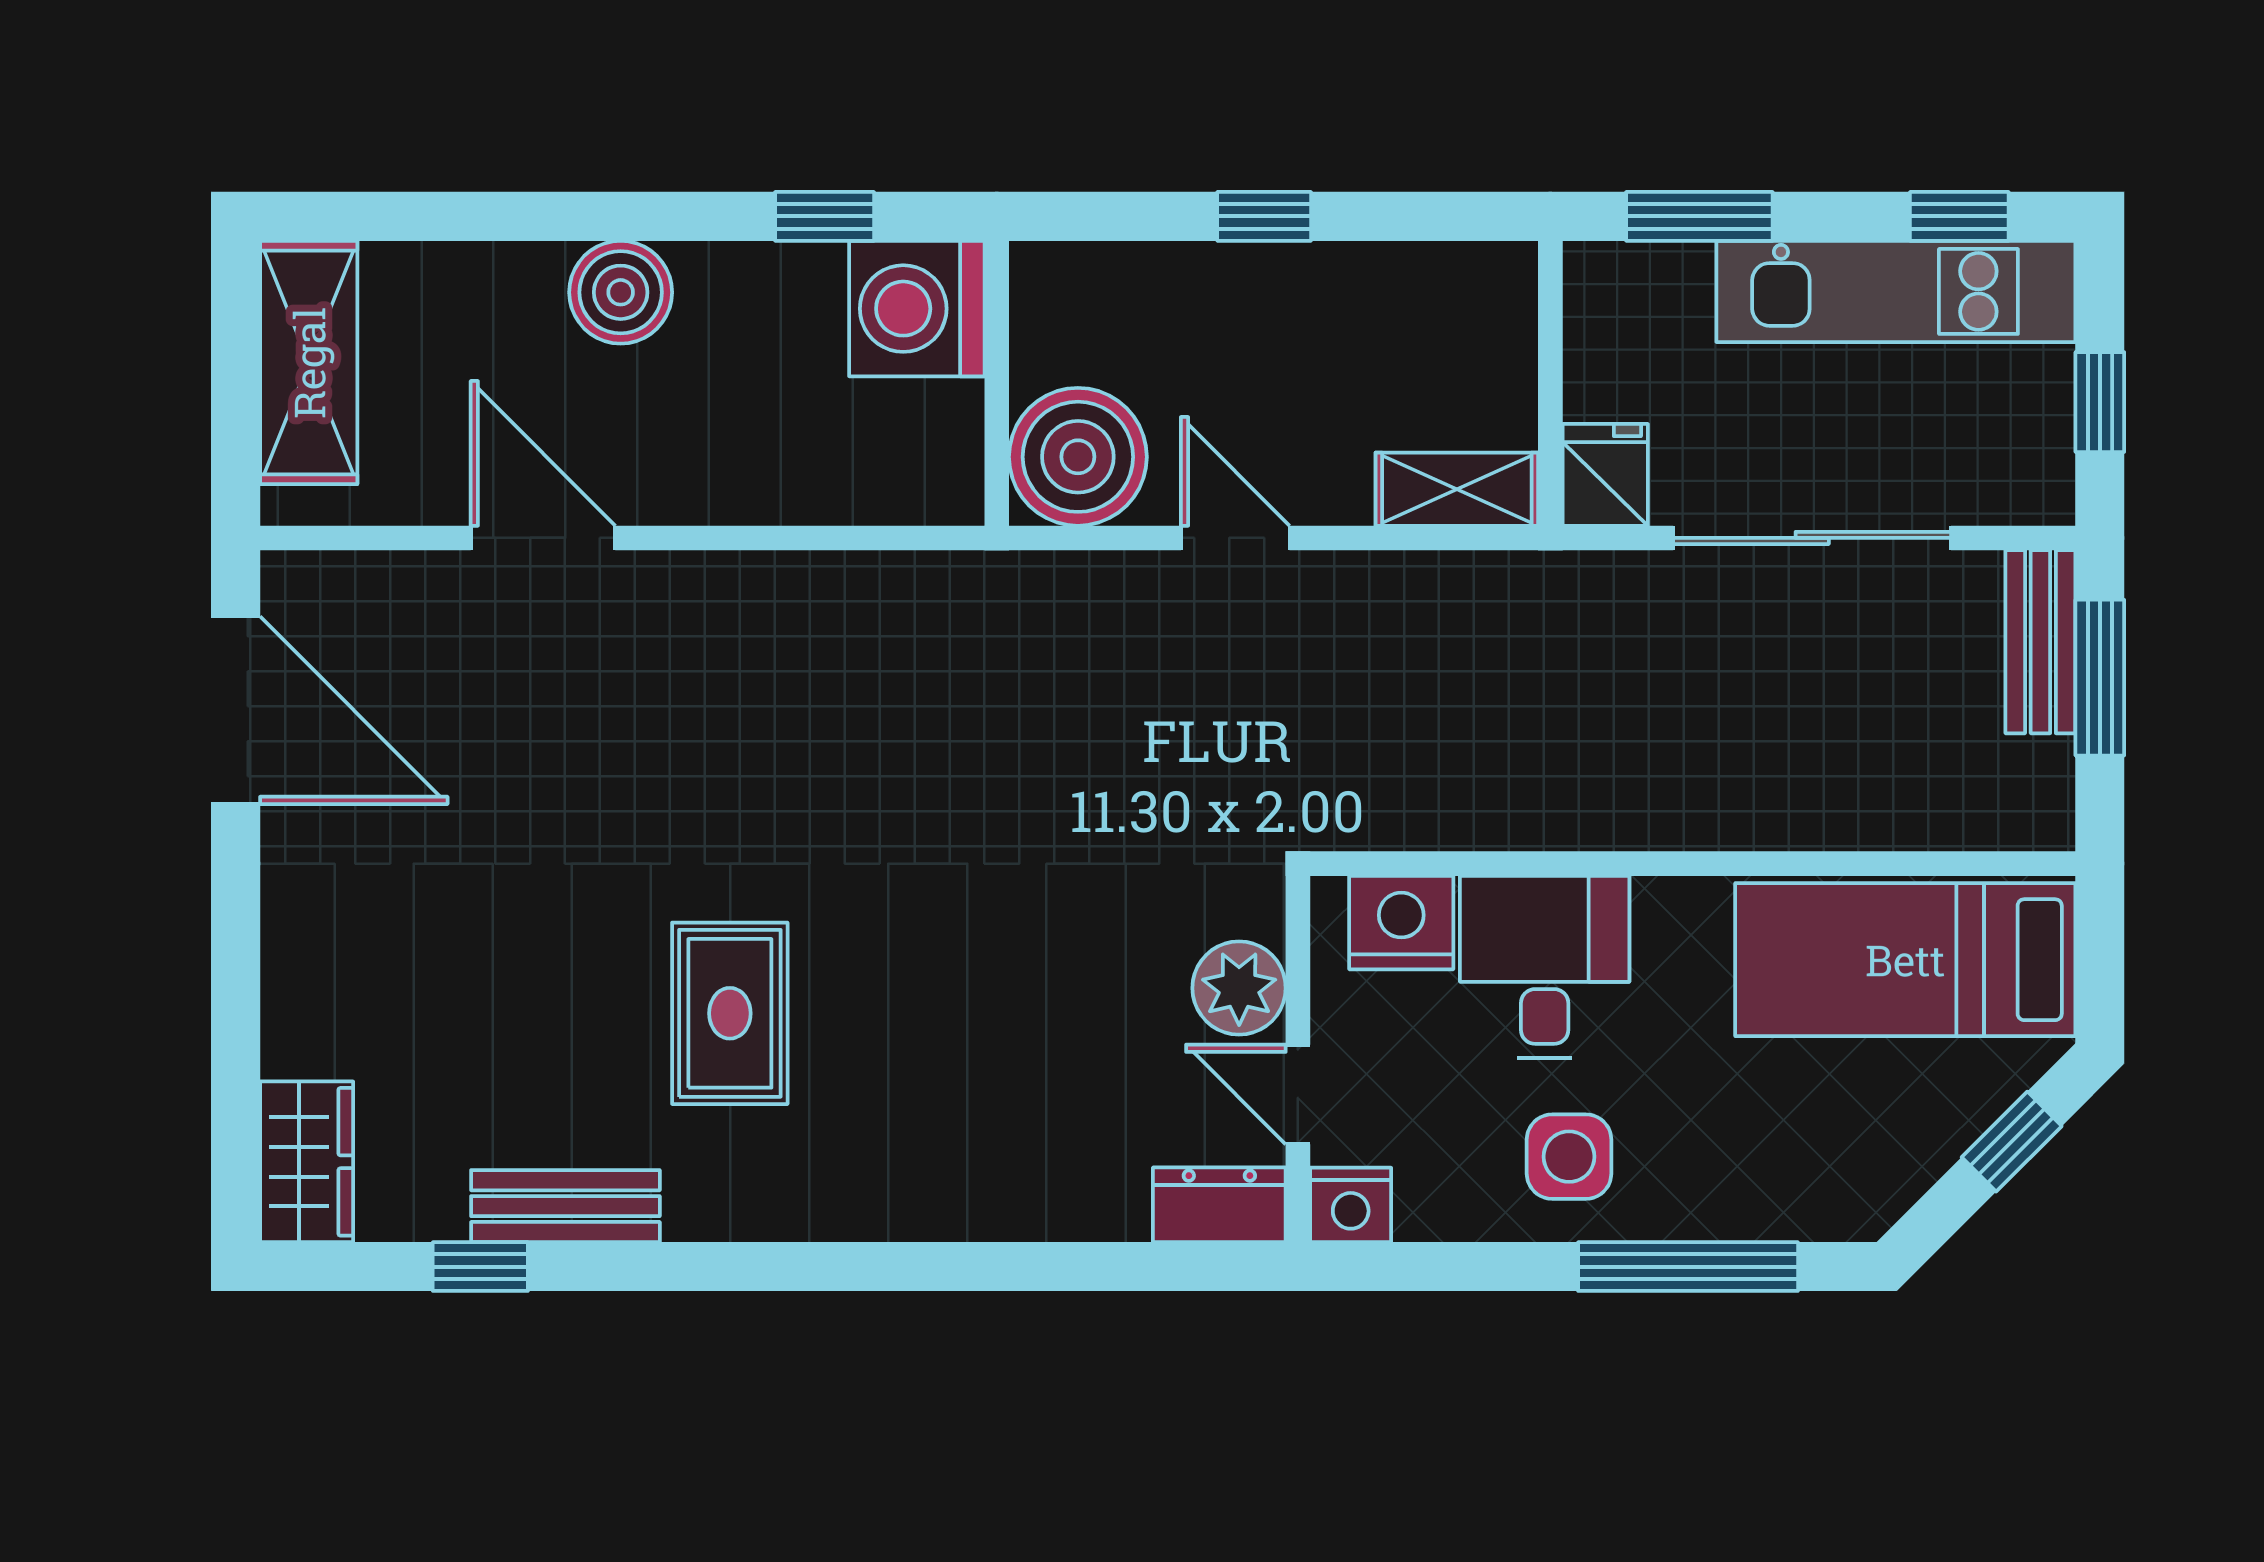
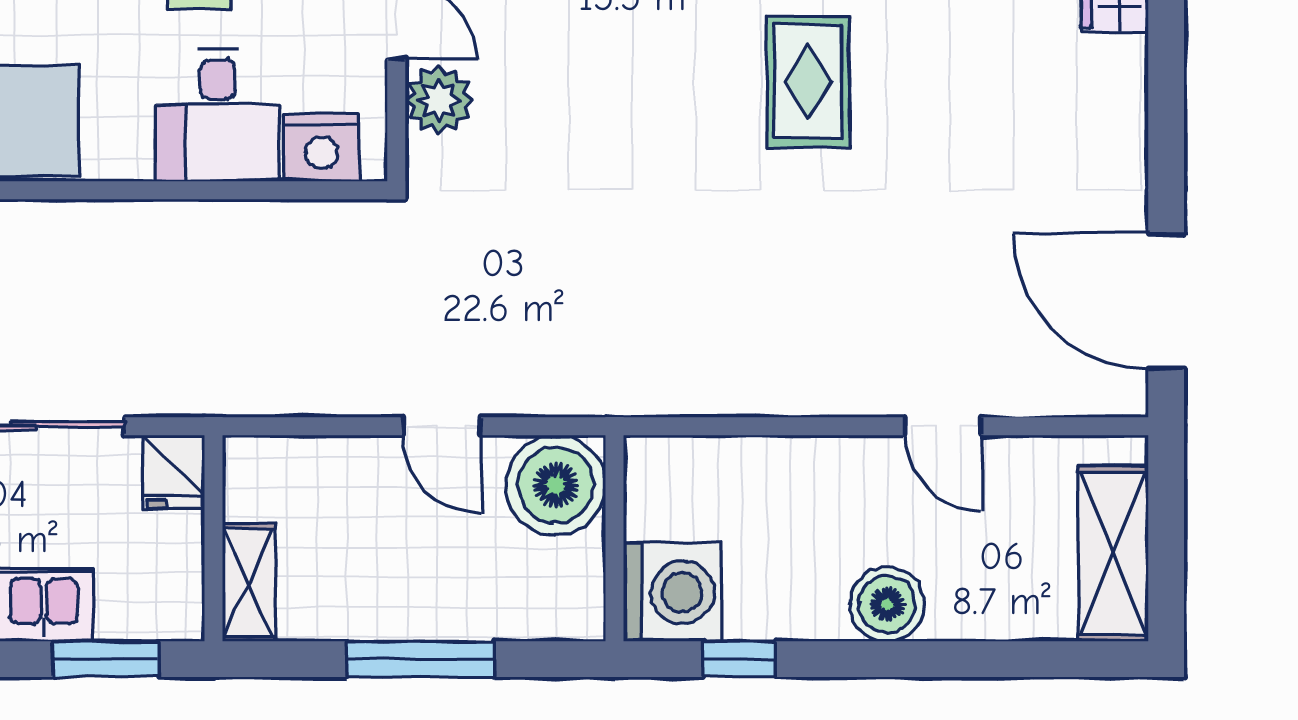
window: (1264, 216) -> (421, 659), width x2.17
shelving: (1457, 489) -> (249, 583), moved, turned 90
door: (543, 538) -> (943, 426), width x0.73

